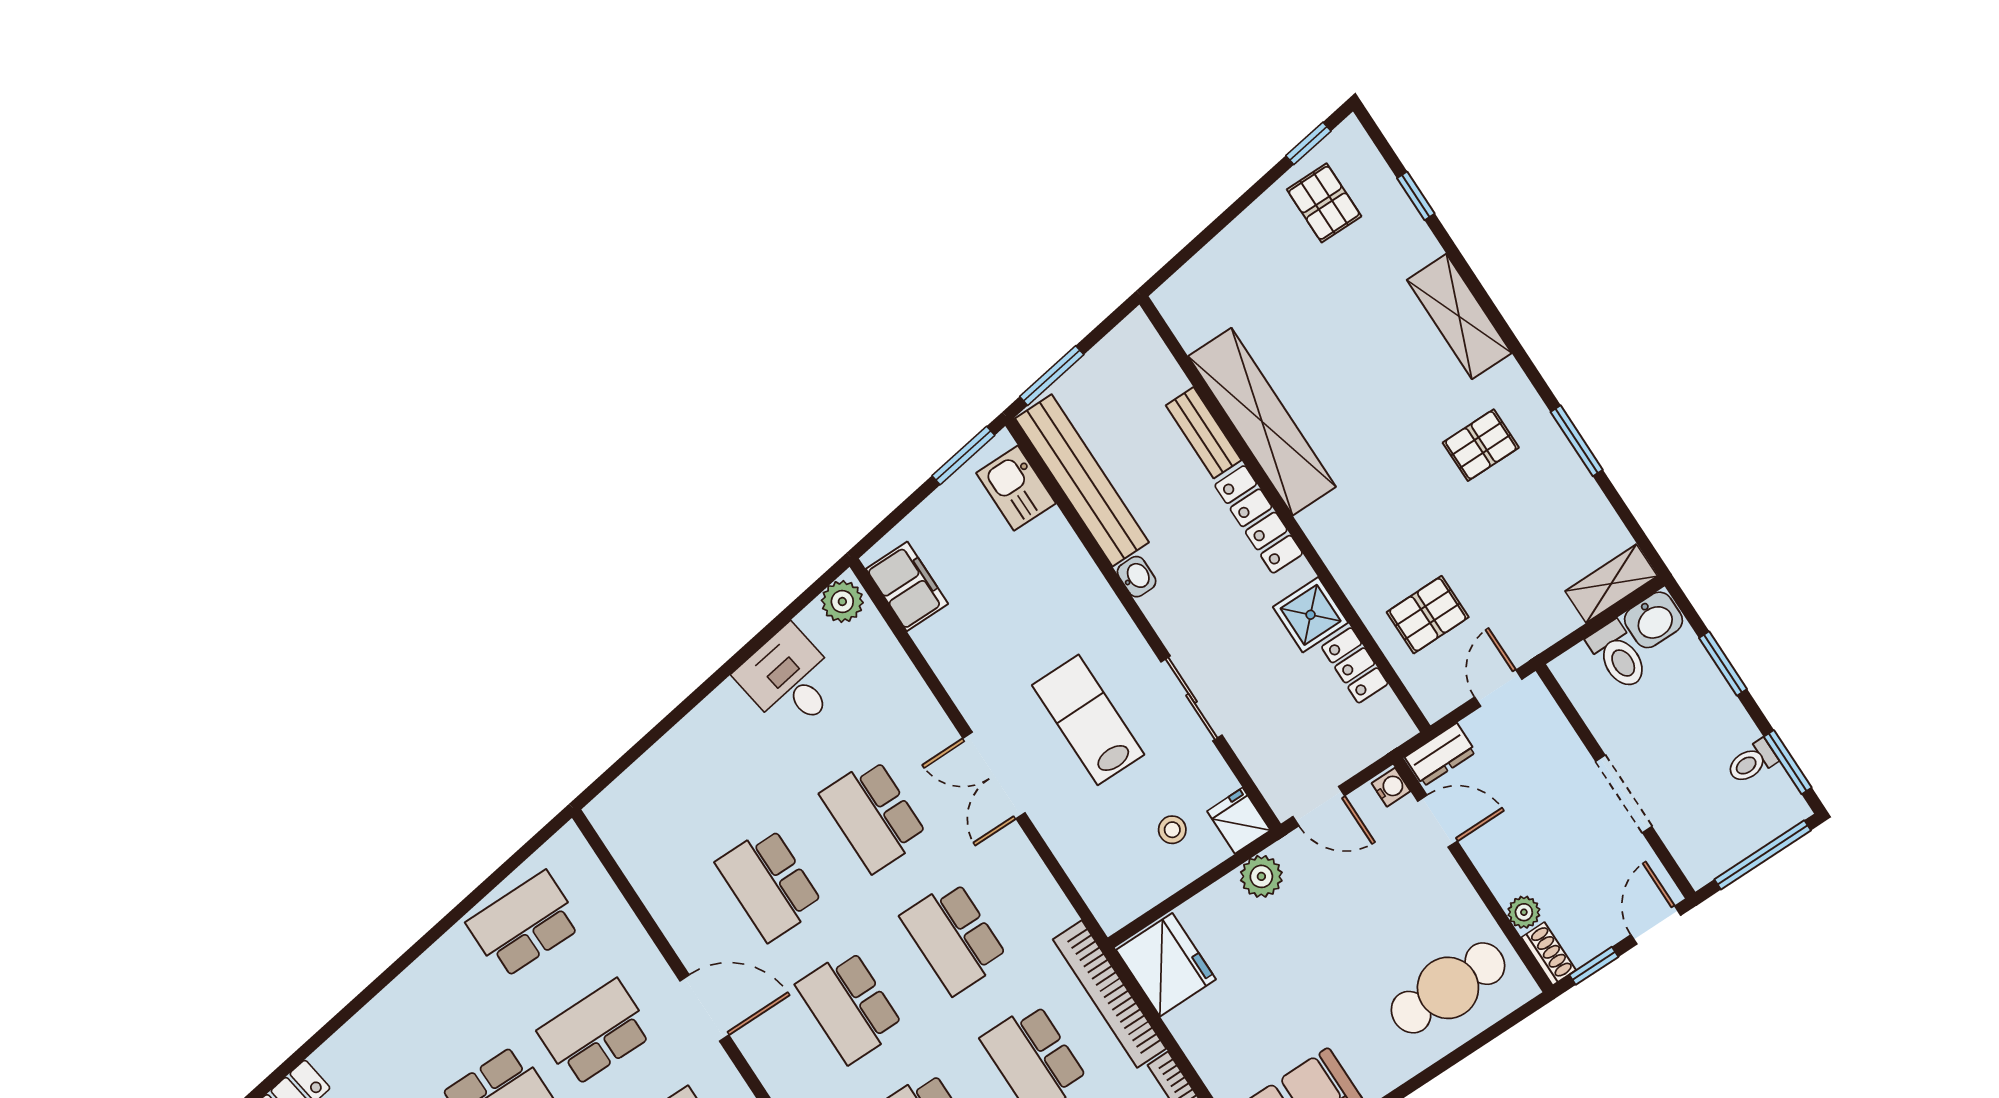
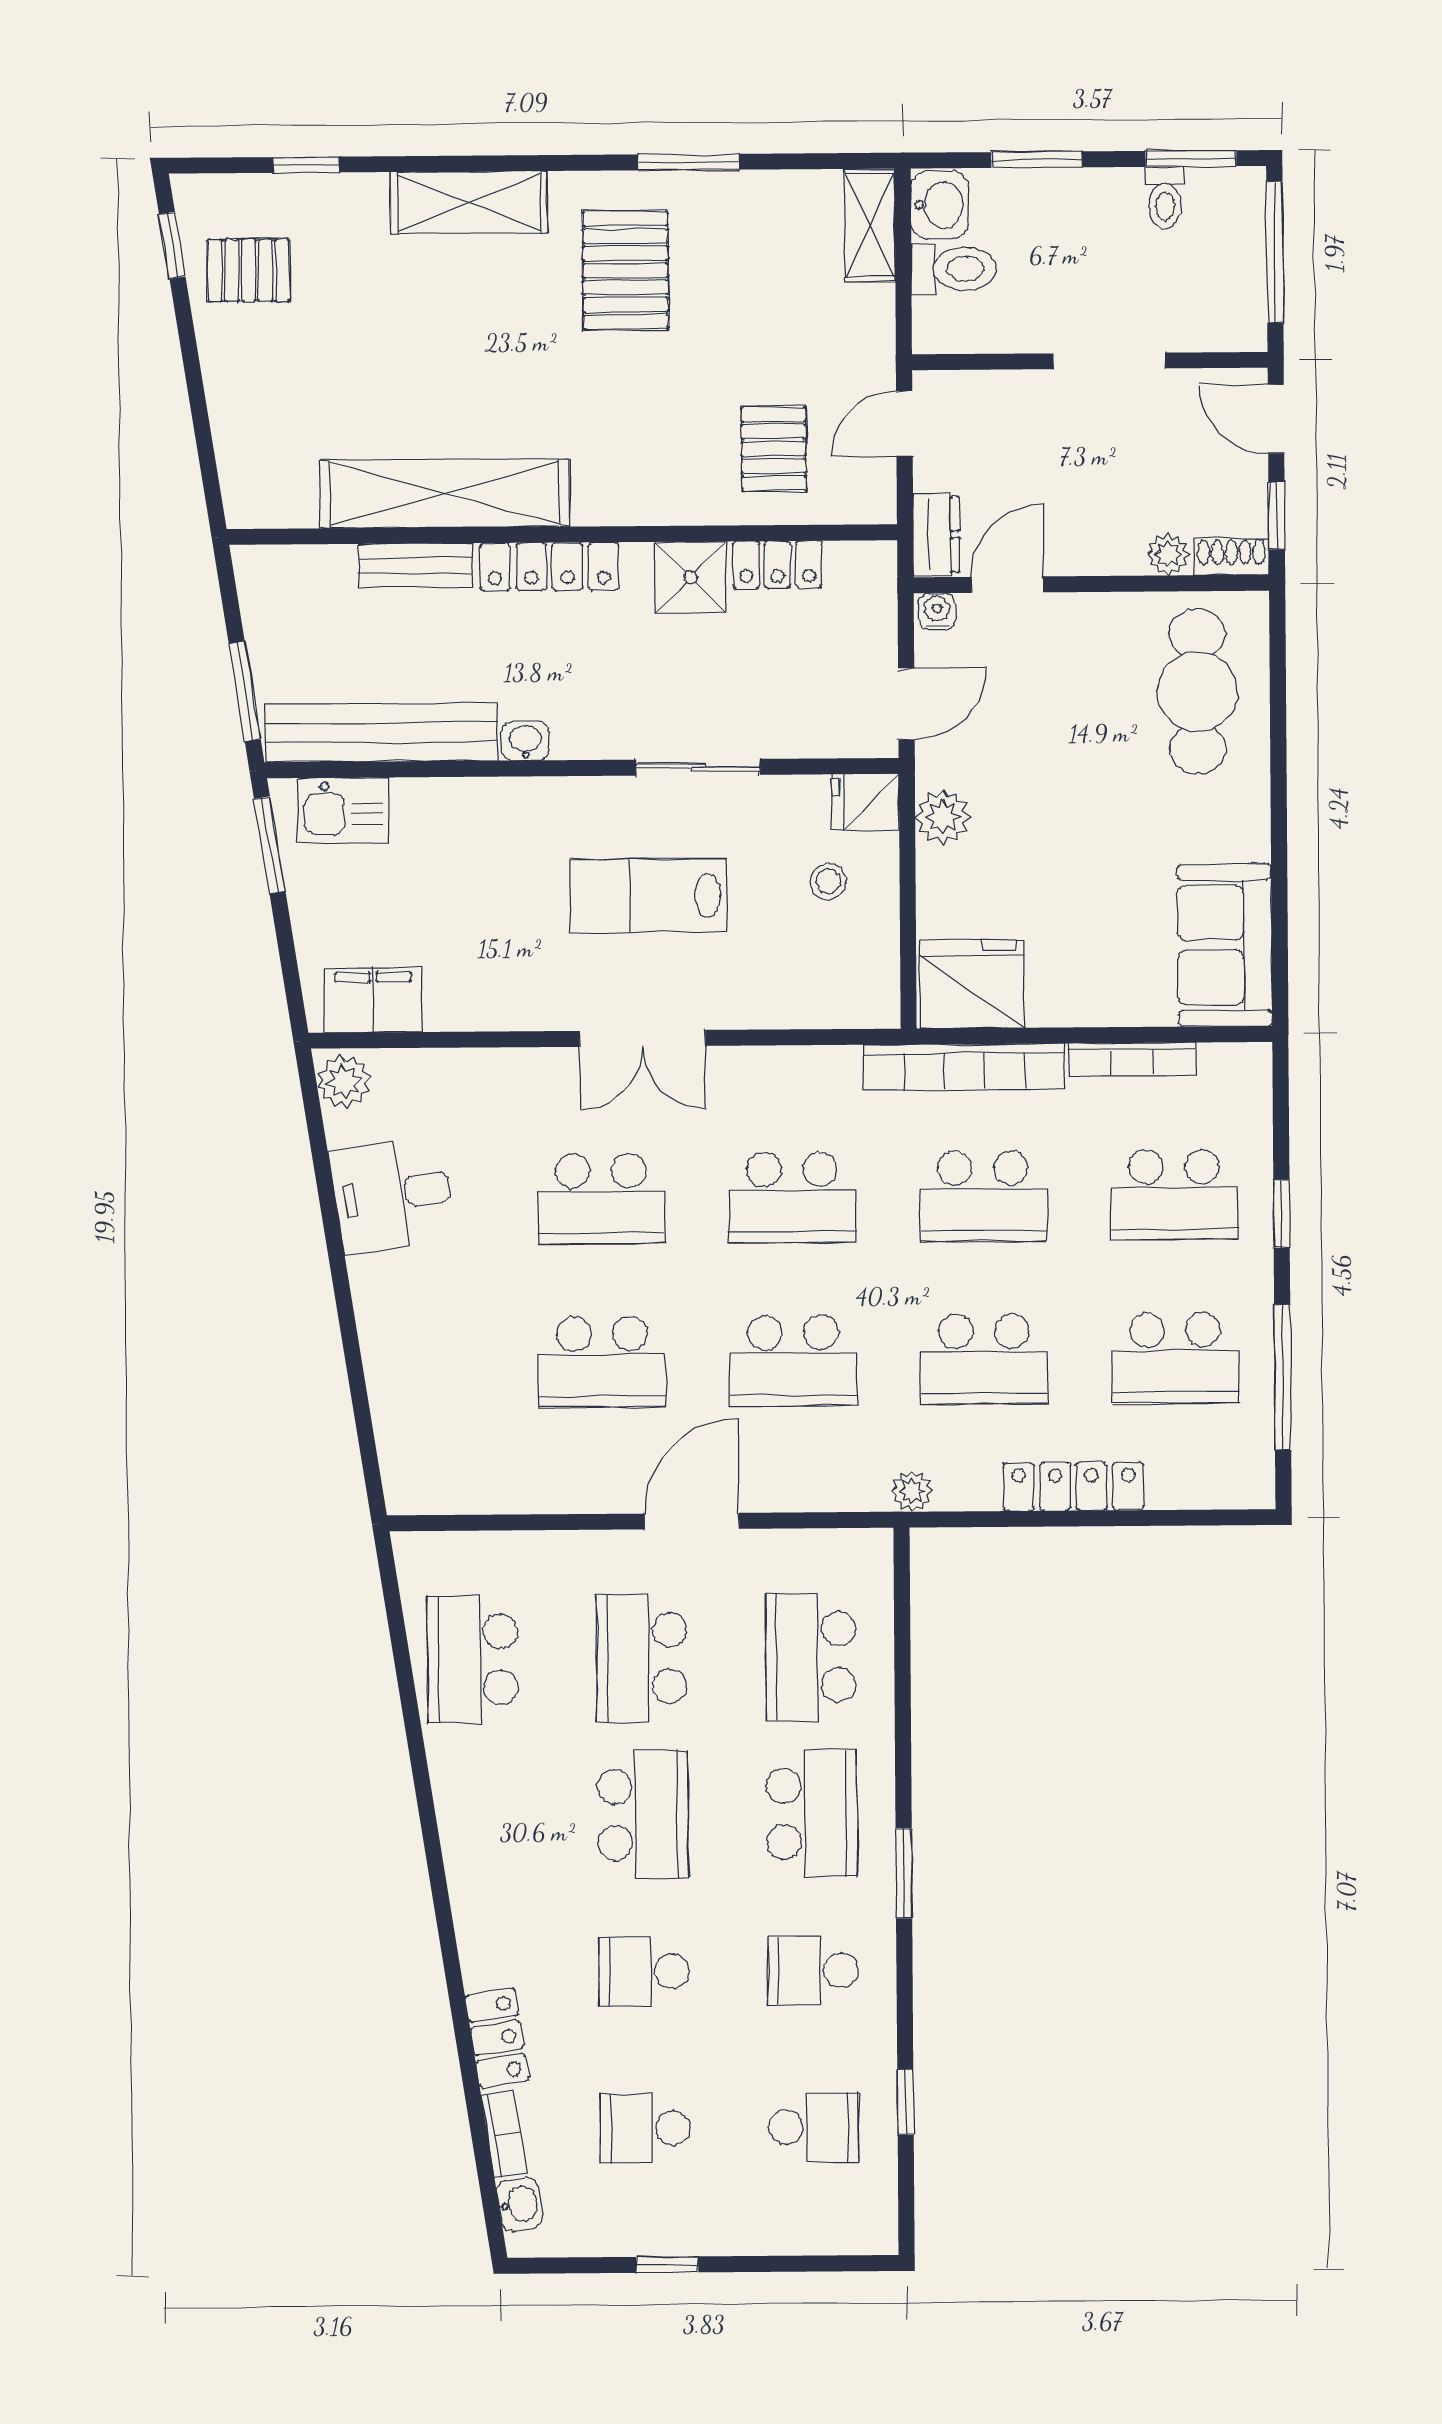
pallet: (1481, 445) -> (625, 270), width x1.50, depth x1.42
door: (1498, 688) -> (904, 423), hinge flipped

